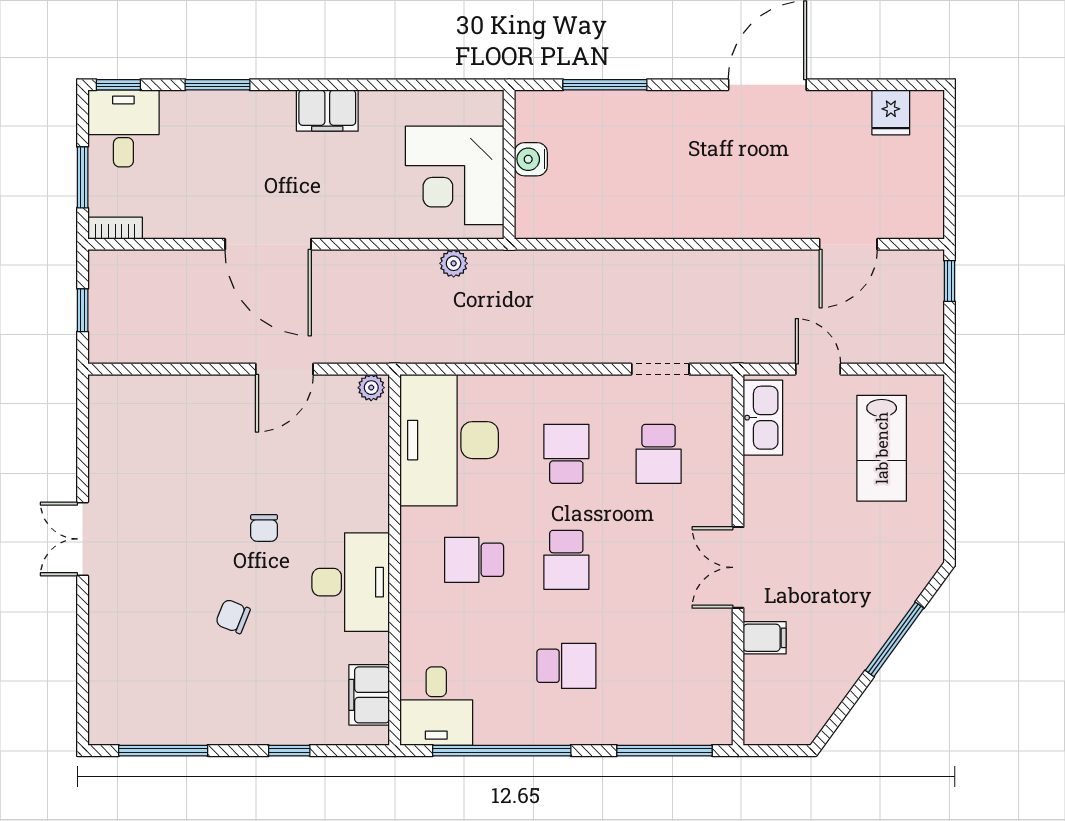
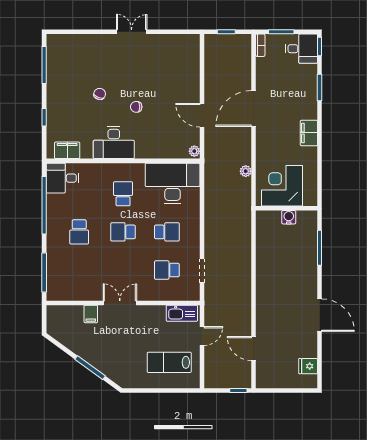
plant: (454, 263) -> (246, 171), moved

